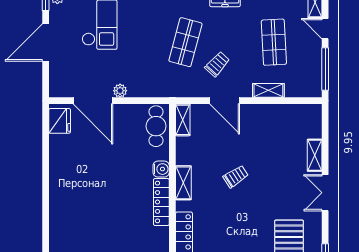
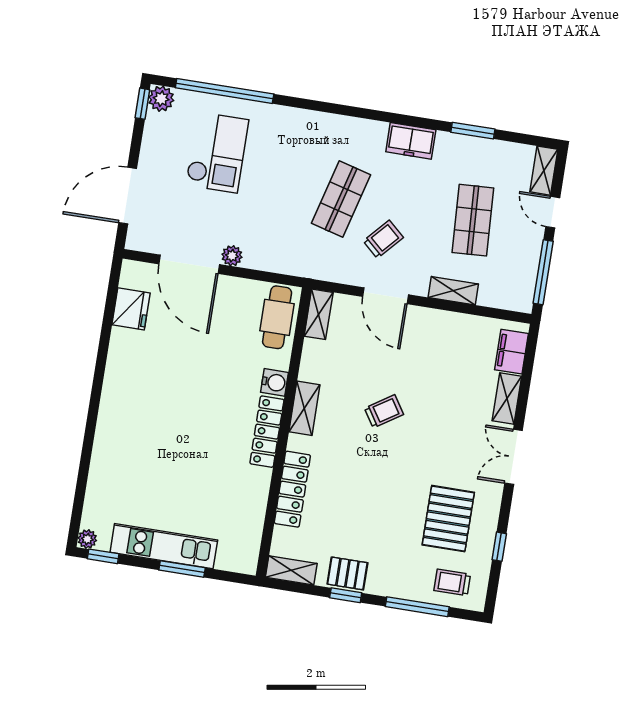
door: (46, 42) -> (128, 196), moved
fridge: (60, 121) -> (131, 309), moved
filing cabinet: (313, 124) -> (511, 352), added

